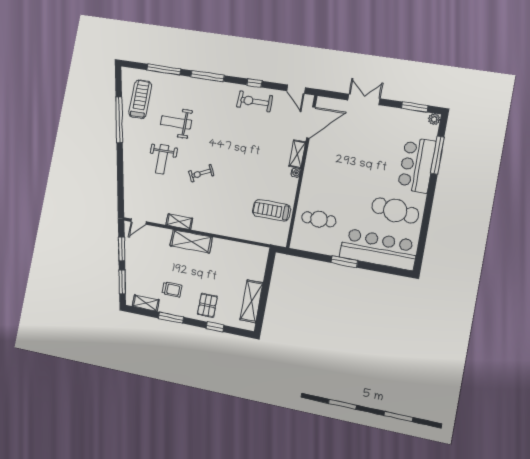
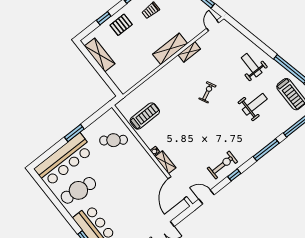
weight bench: (162, 159) -> (252, 65), moved
cafe table: (319, 219) -> (114, 140), turned 36
pallet: (207, 305) -> (121, 25), turned 90

